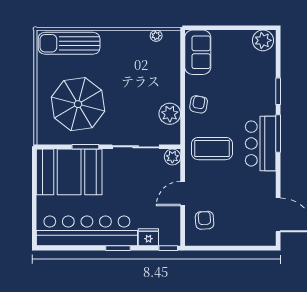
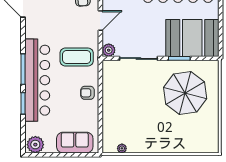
sun lounger: (69, 43) -> (192, 142), removed
sofa: (198, 52) -> (75, 143), moved, turned 90
armchair: (199, 104) -> (87, 93), turned 80
plant: (170, 114) -> (111, 85), removed
bar counter: (261, 143) -> (37, 80), width x1.86

